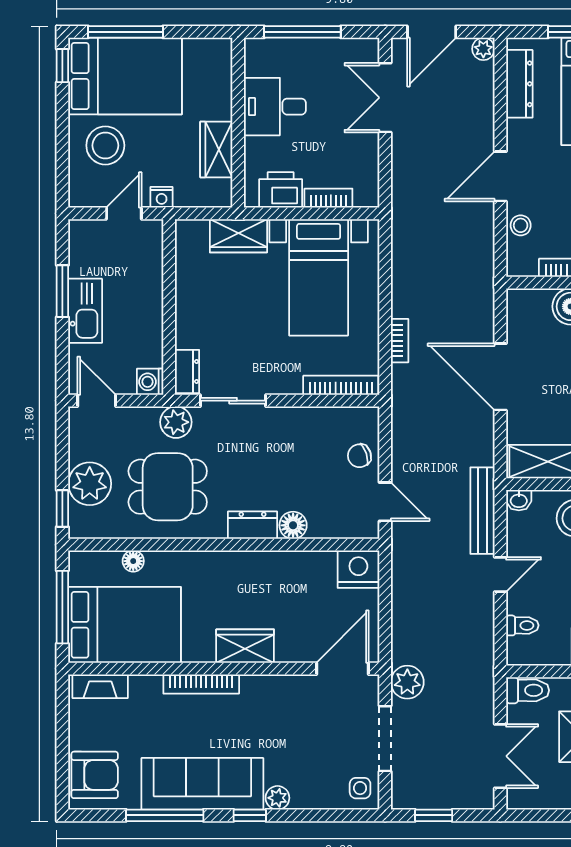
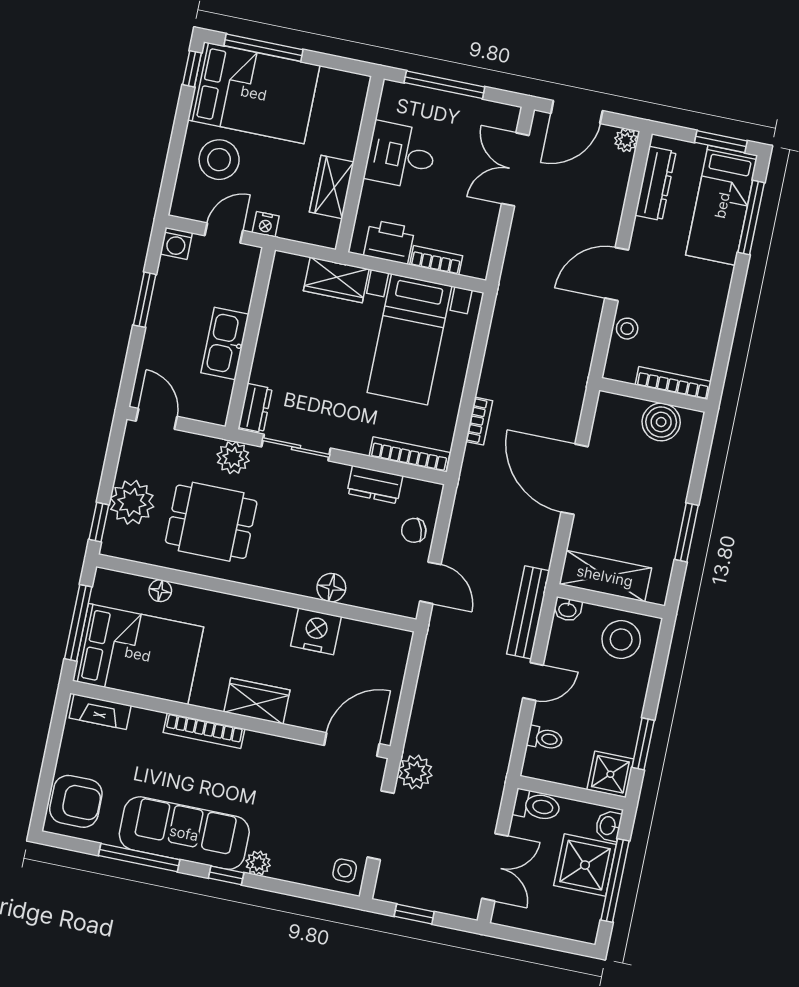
kitchen sink: (85, 311) -> (225, 343), moved, turned 180
washing machine: (150, 382) -> (176, 243), moved, turned -90
dresser: (252, 525) -> (375, 485), moved, turned 180
nightstand: (358, 569) -> (316, 631), moved

